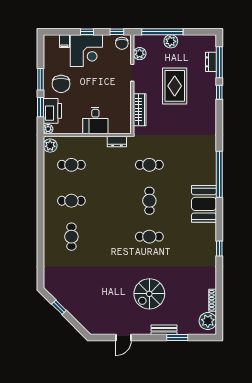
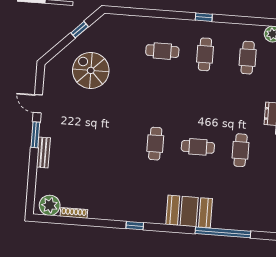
window: (40, 204) -> (204, 17), added
spiral stairs: (149, 294) -> (91, 70), moved
window: (177, 338) -> (35, 135), moved

